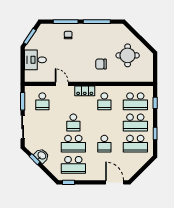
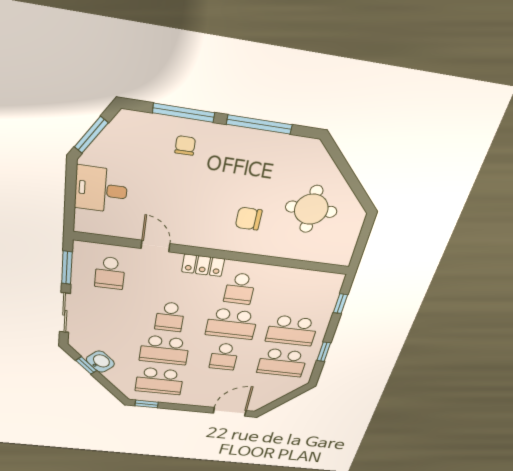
school desk: (135, 101) -> (232, 324), moved
door: (115, 182) -> (230, 412), hinge flipped

